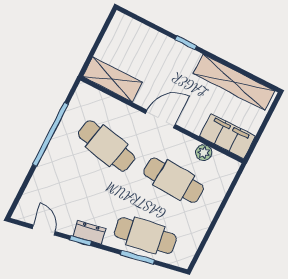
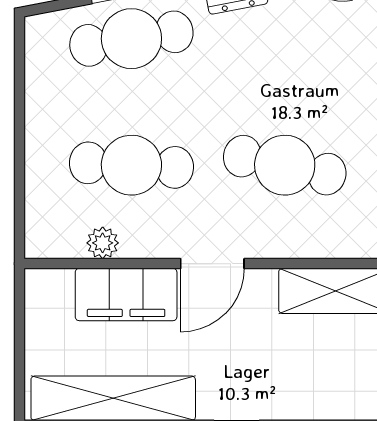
filing cabinet: (227, 136) -> (126, 295), moved

